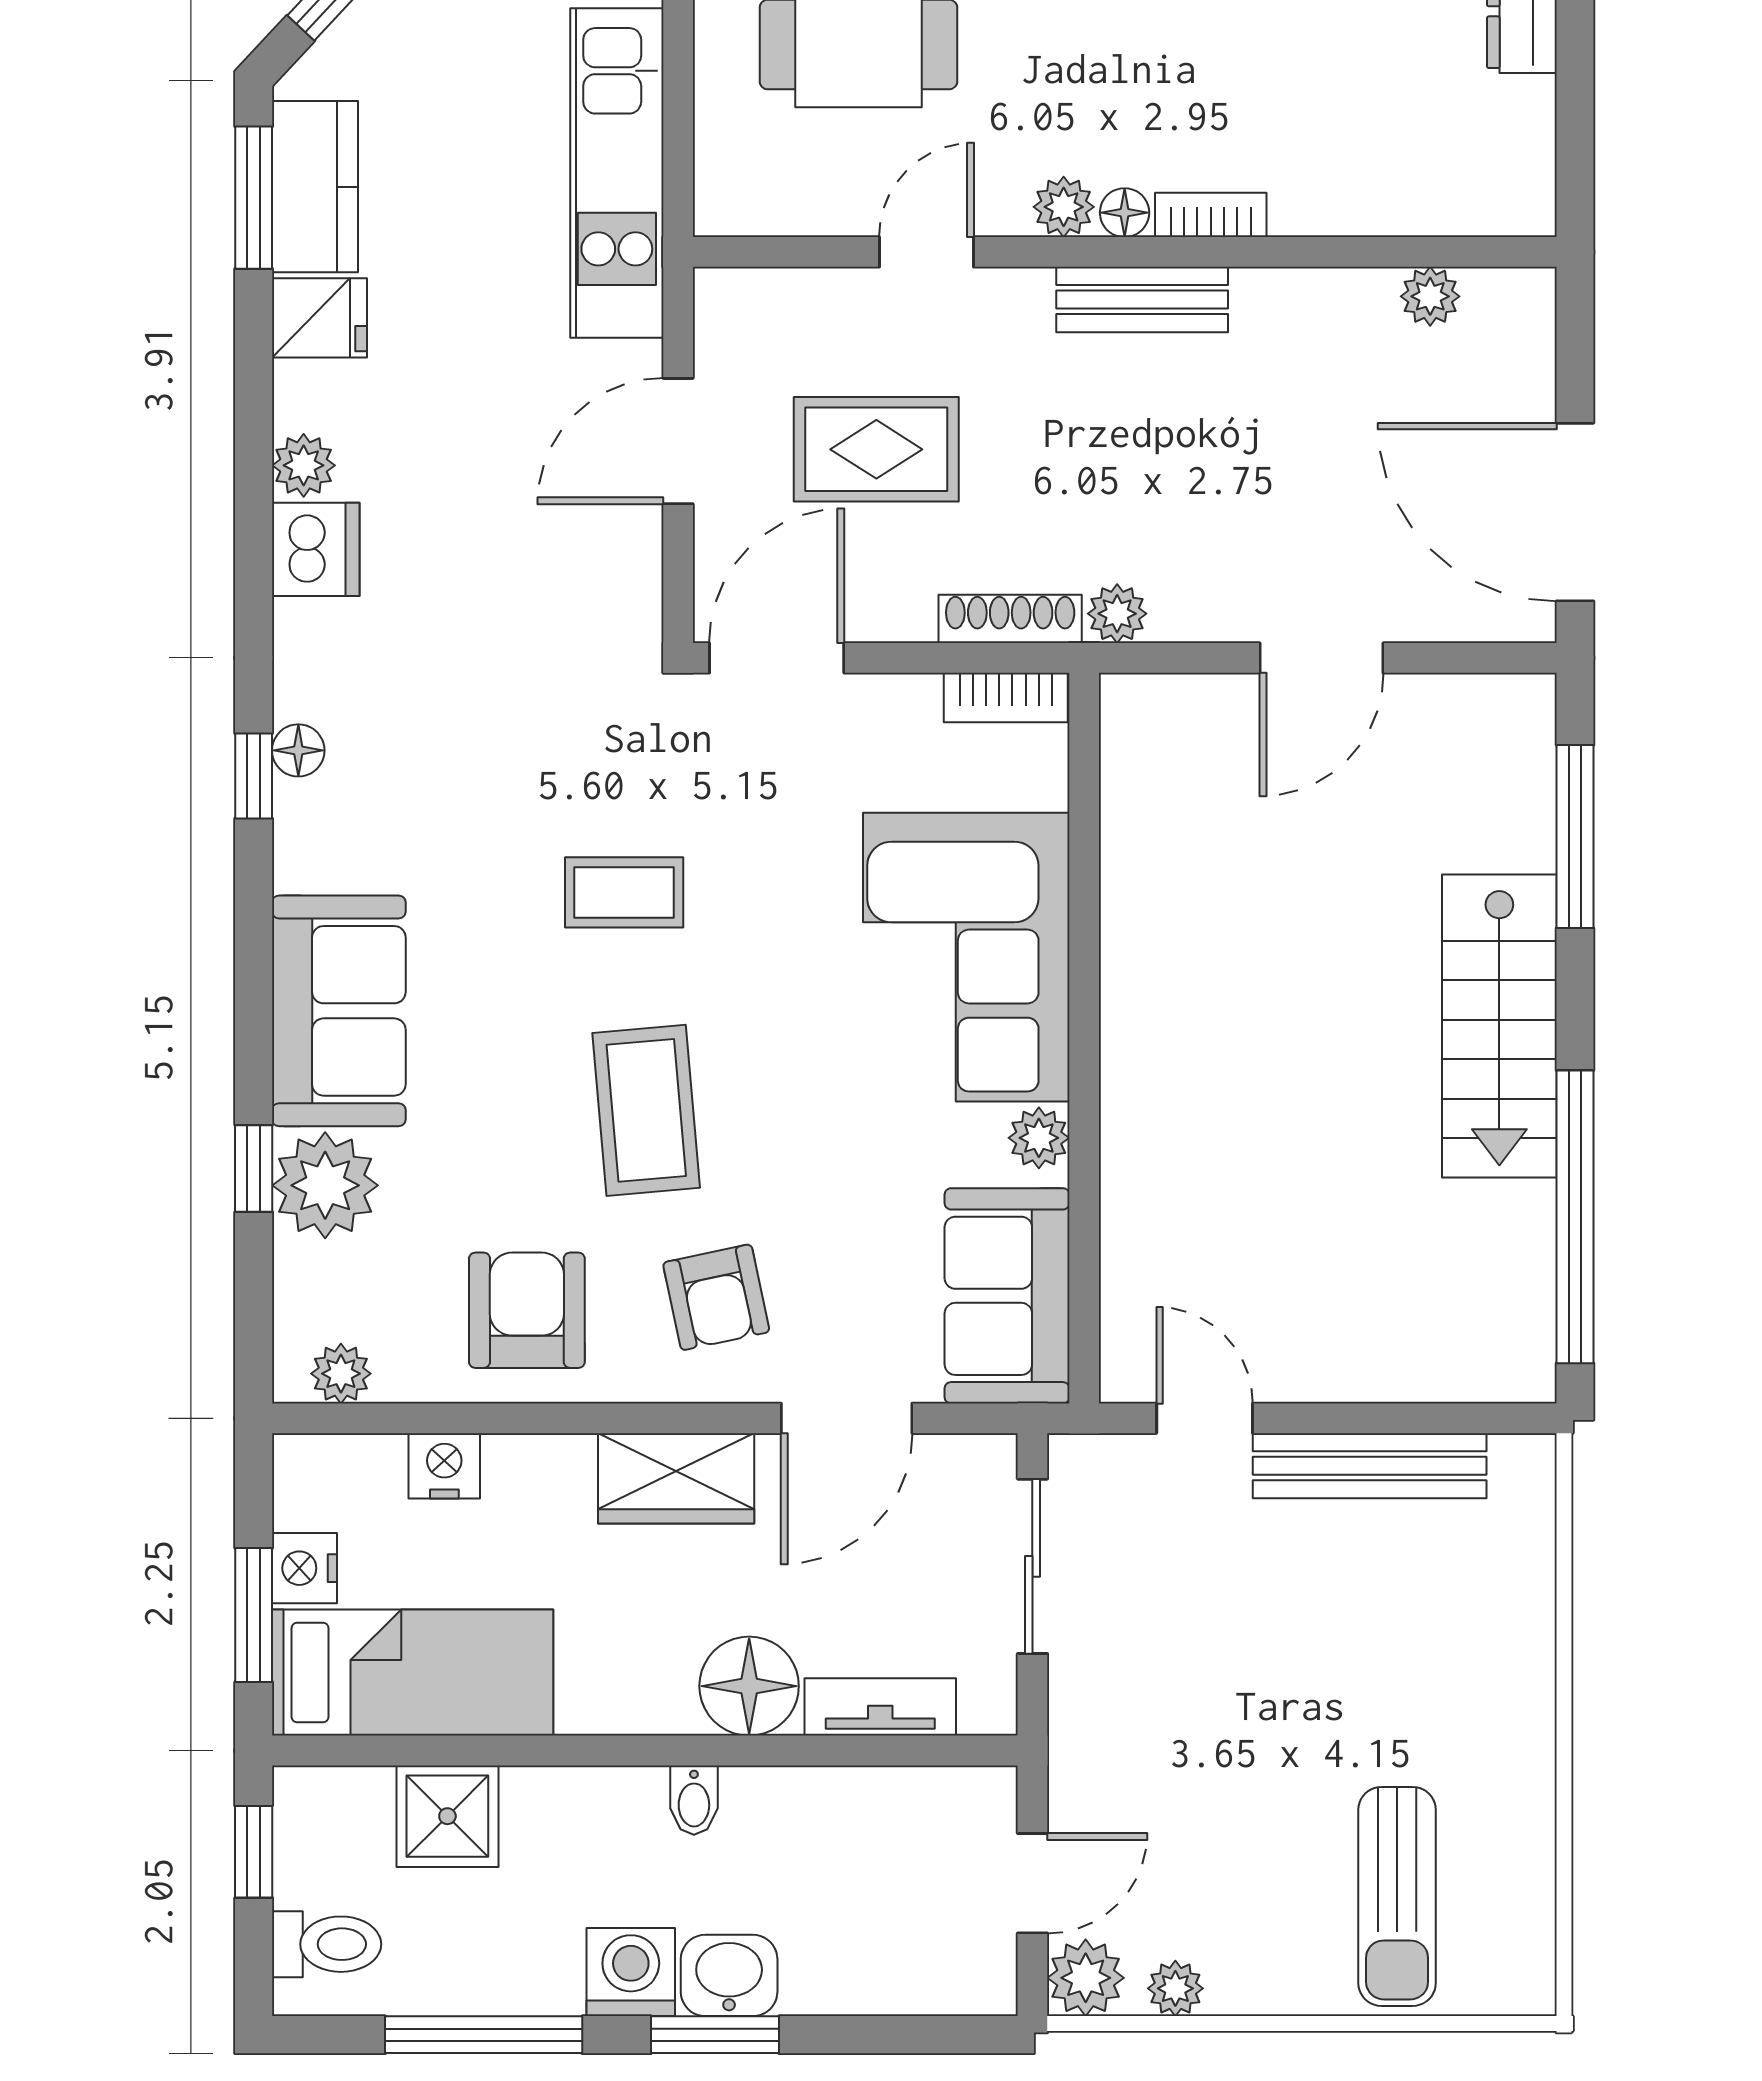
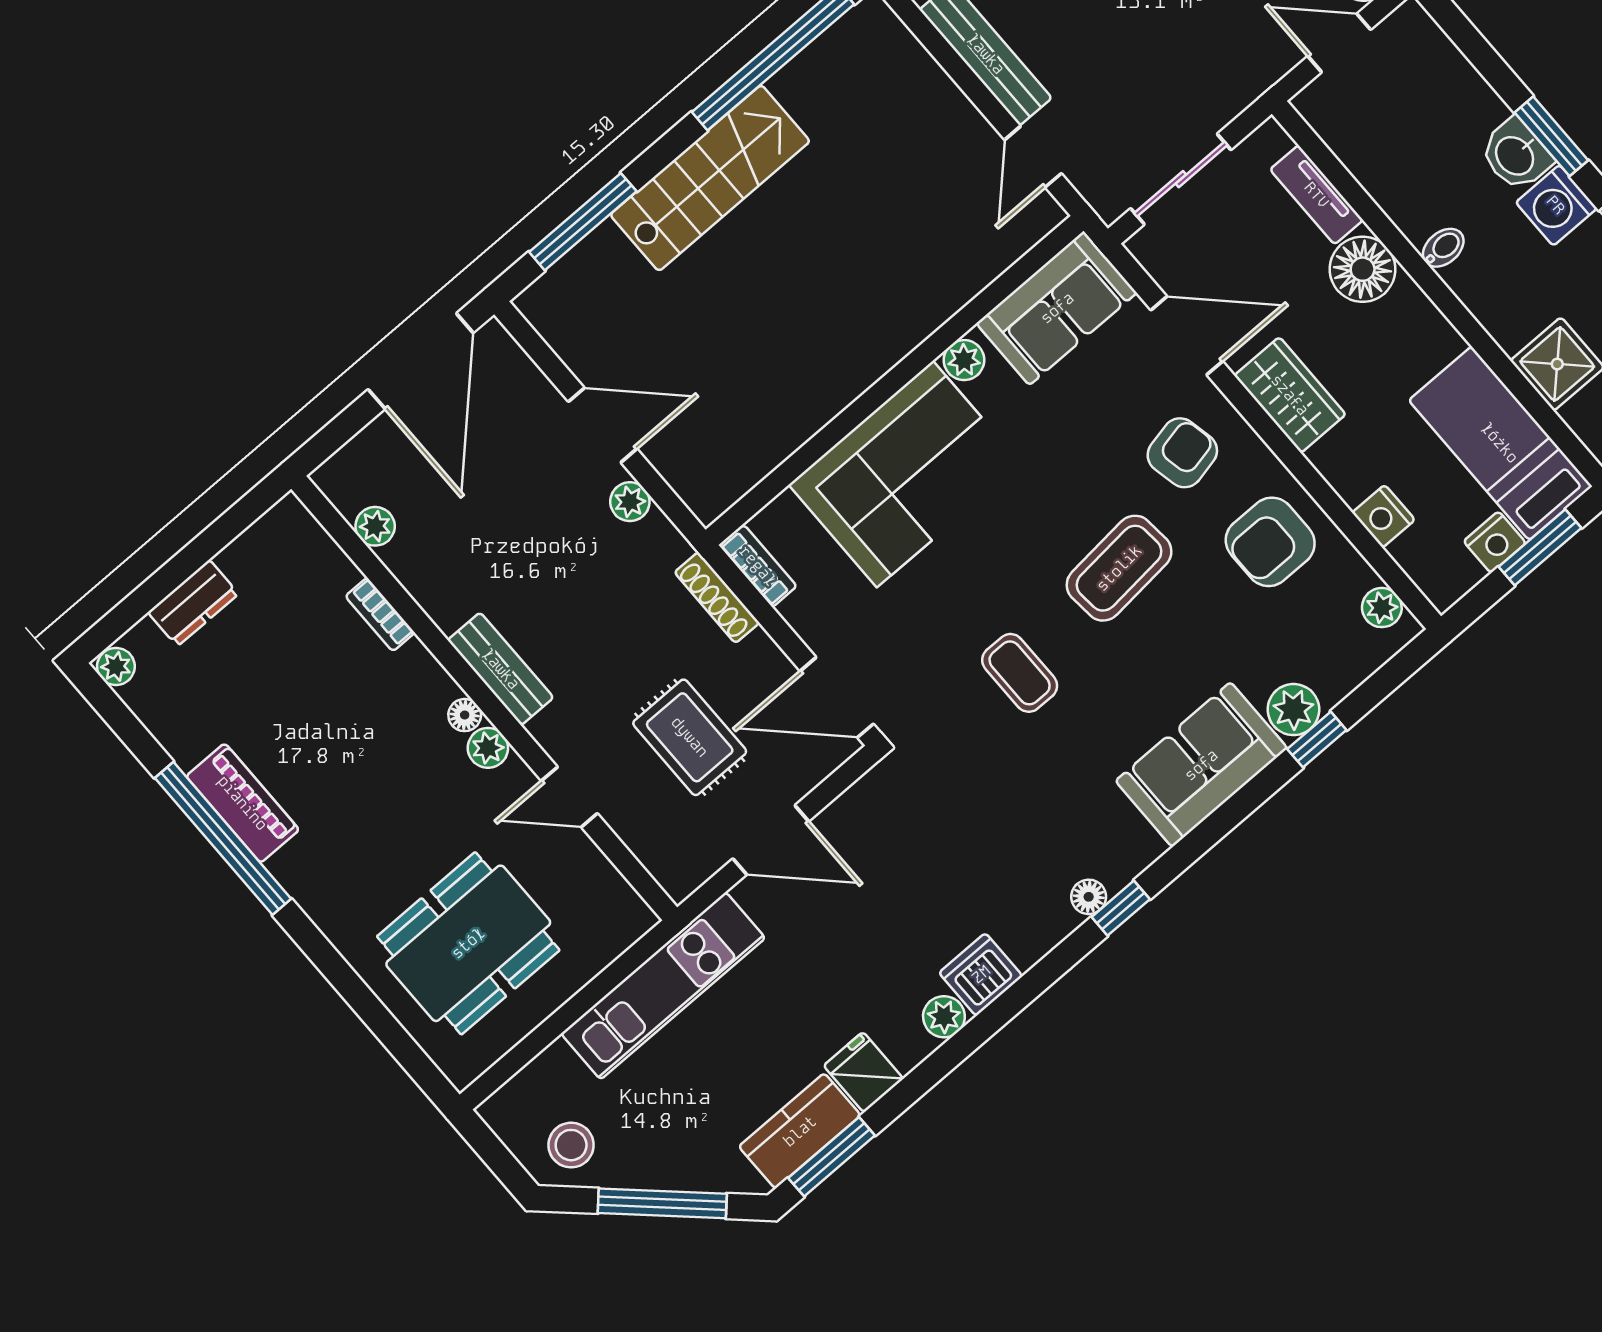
bookcase: (1211, 215) -> (380, 614), moved
plant: (1117, 614) -> (630, 502), moved
plant: (325, 1185) -> (1293, 710), width x0.73, depth x0.73

